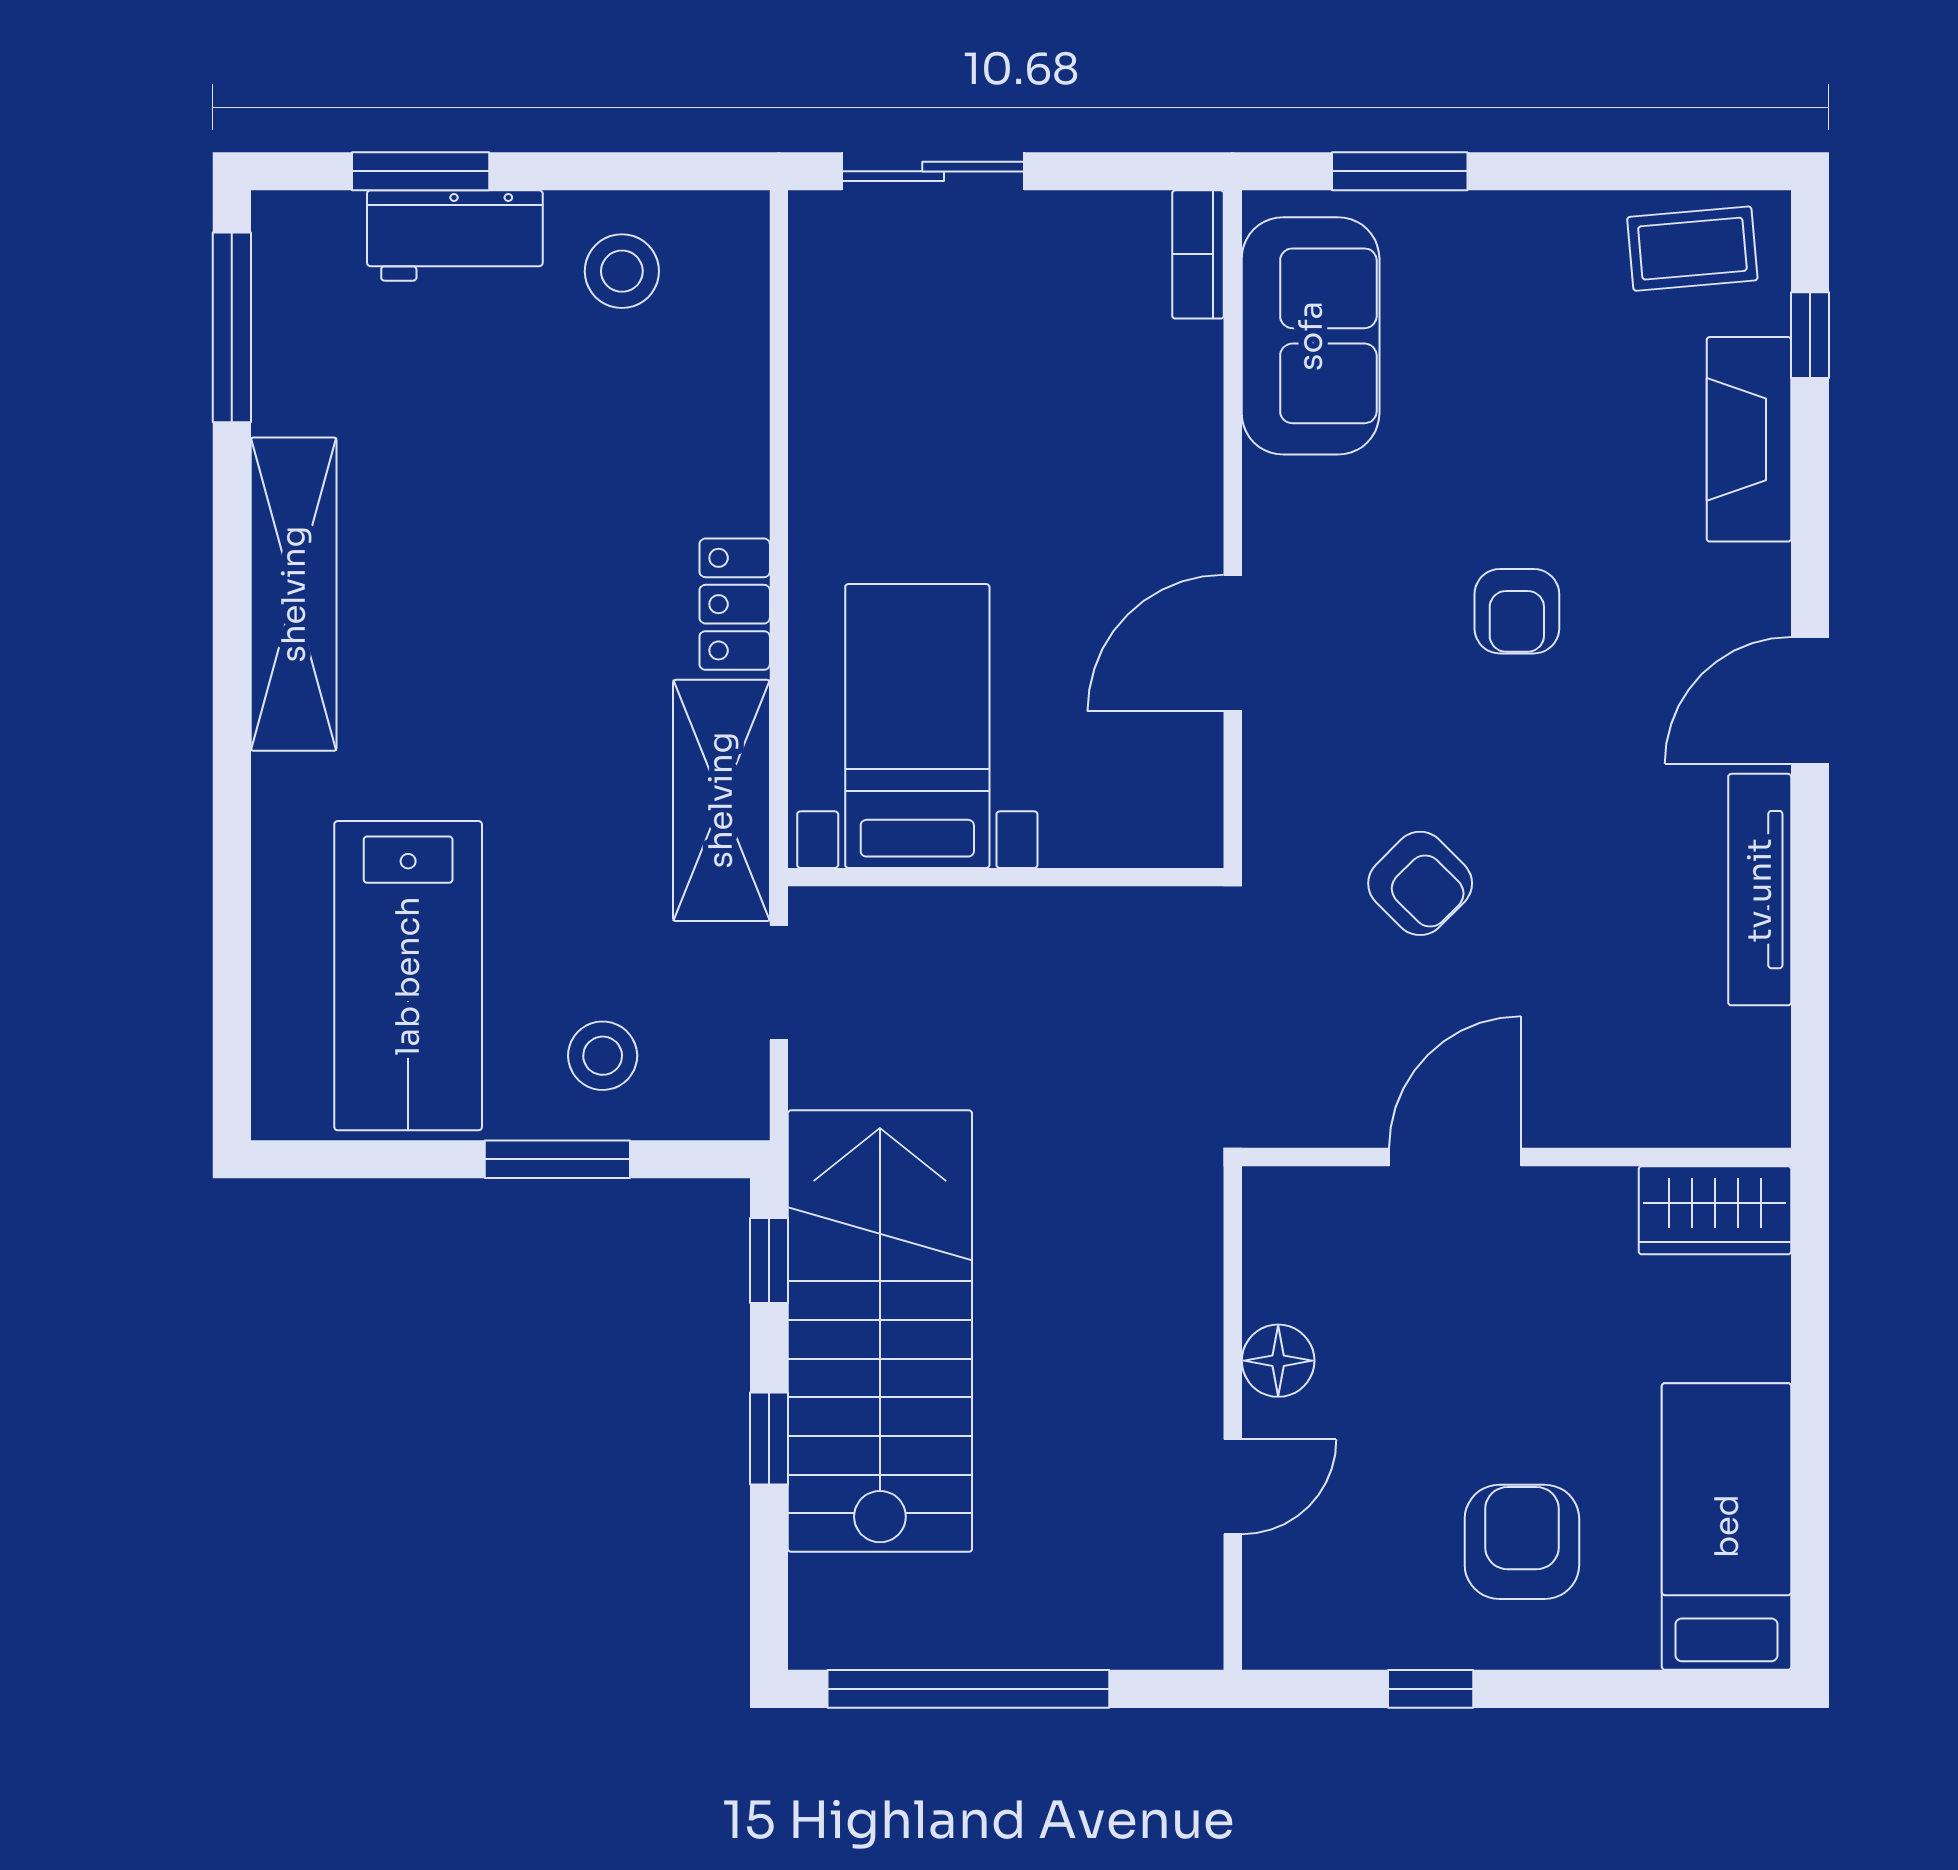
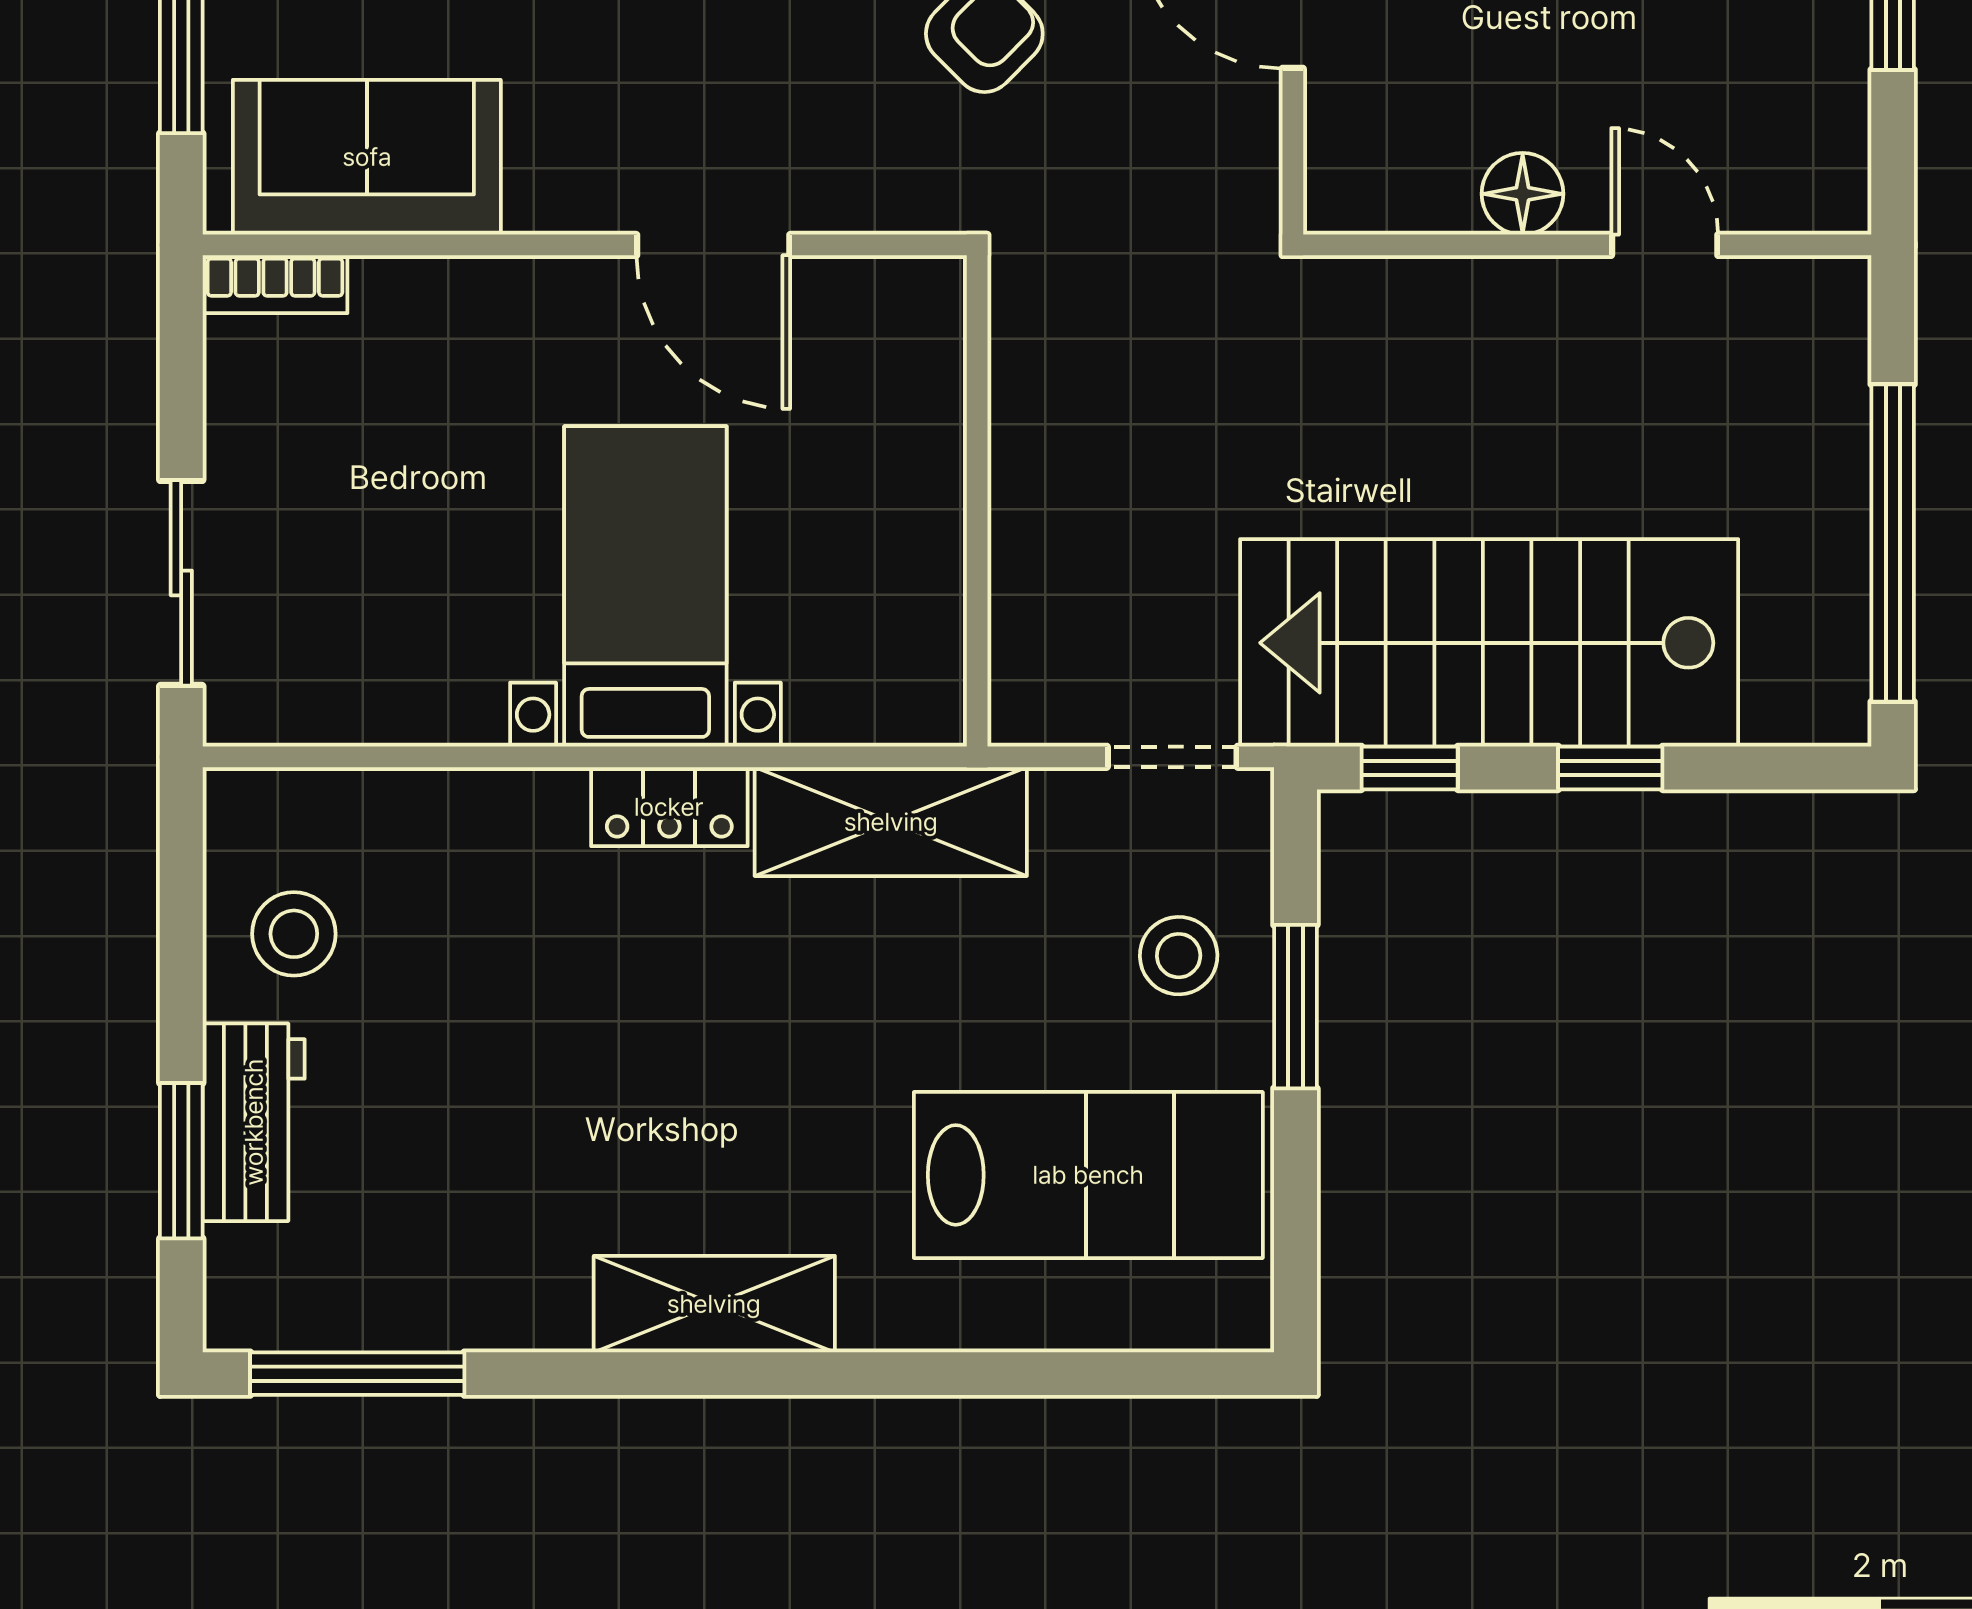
shelving: (294, 594) -> (714, 1304), width x0.68
bed with nightstands: (917, 726) -> (645, 586), moved, turned 90
doorway: (779, 982) -> (1172, 757), moved

